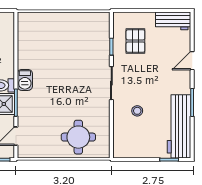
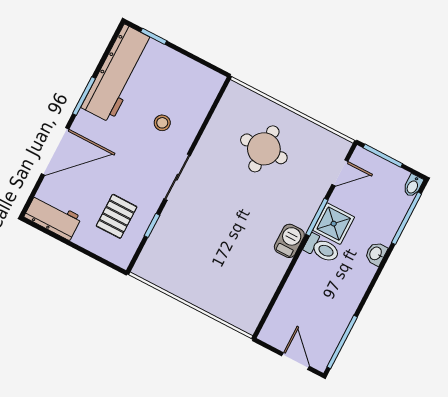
door: (192, 61) -> (55, 151), width x1.88
round table: (78, 137) -> (264, 149), moved

